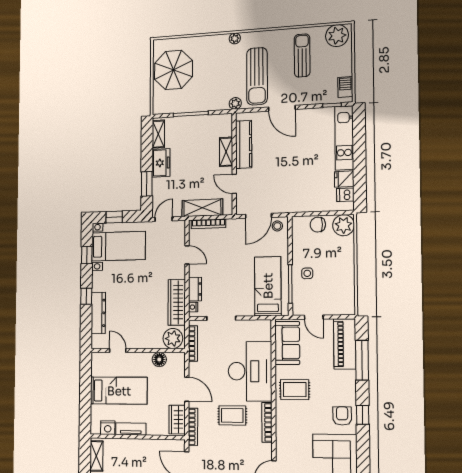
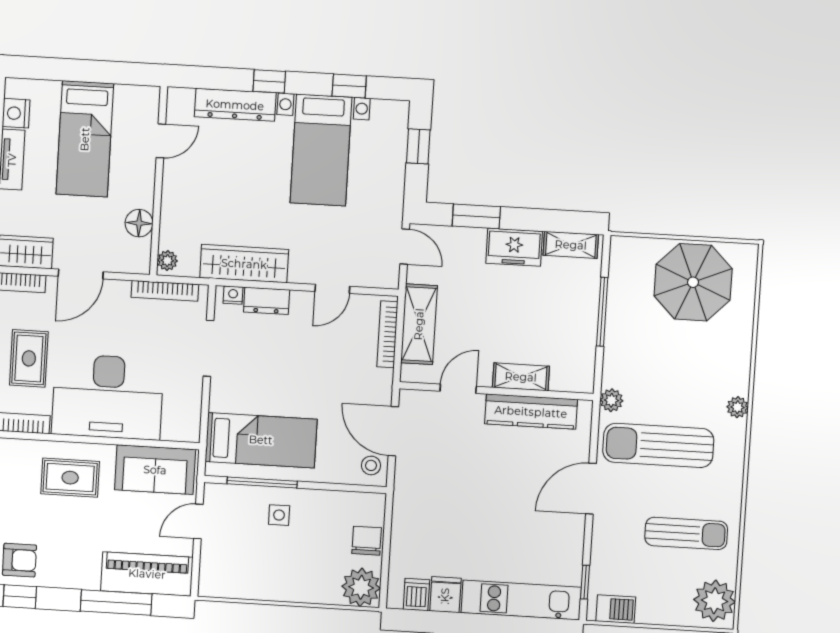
bed with nightstands: (118, 246) -> (321, 150), moved
plant: (173, 338) -> (167, 261), width x0.53, depth x0.53
rug: (295, 390) -> (70, 478), turned 90

